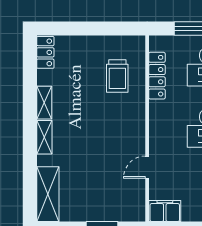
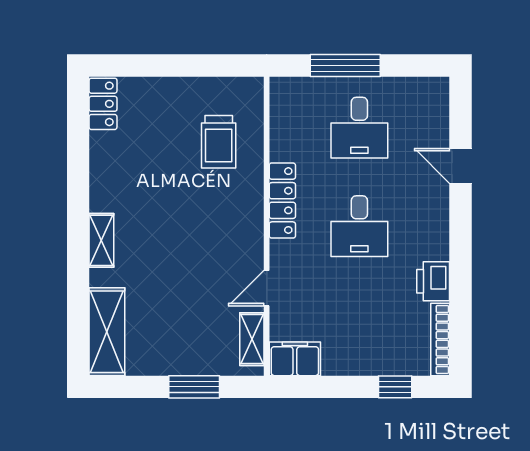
locker: (157, 76) -> (282, 201), moved
shelving: (44, 103) -> (252, 339), moved

